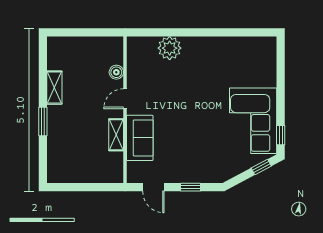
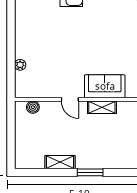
plant: (170, 48) -> (20, 65), width x0.53, depth x0.53
boiler: (116, 72) -> (33, 107), moved

